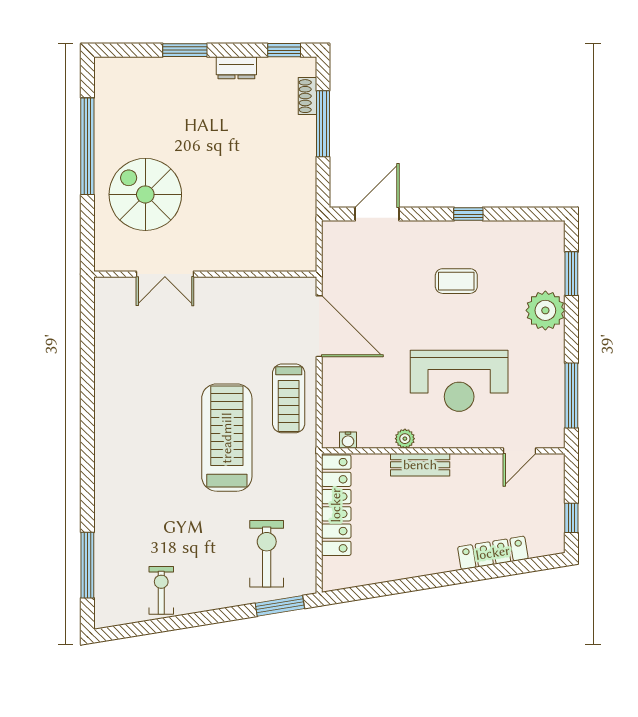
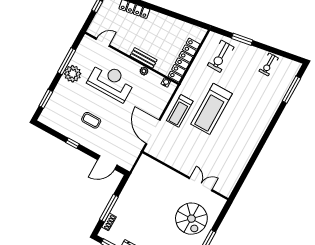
plant: (545, 310) -> (73, 74), moved
window: (571, 396) -> (67, 61), moved
treadmill: (289, 398) -> (180, 111), turned 180
window: (280, 606) -> (242, 39), moved

